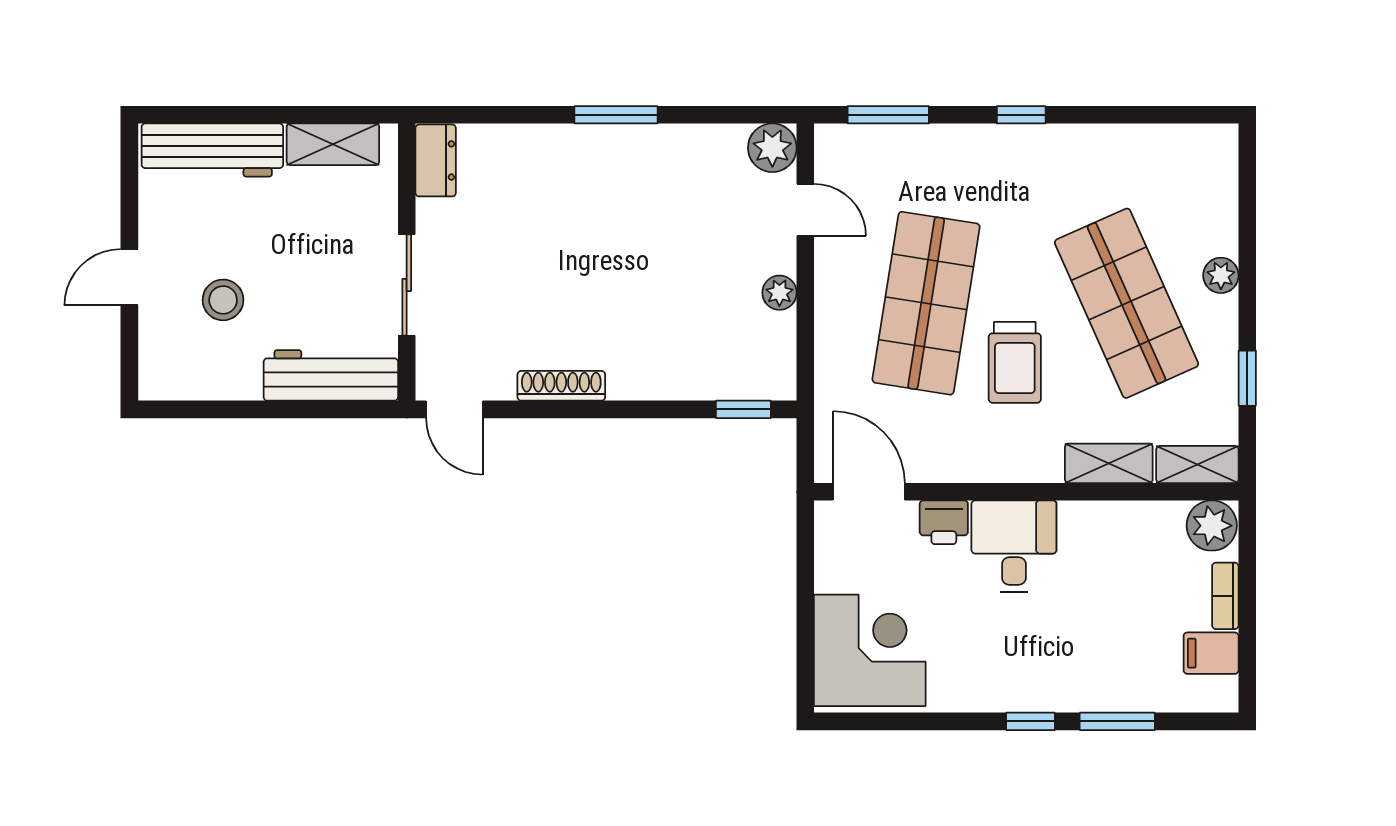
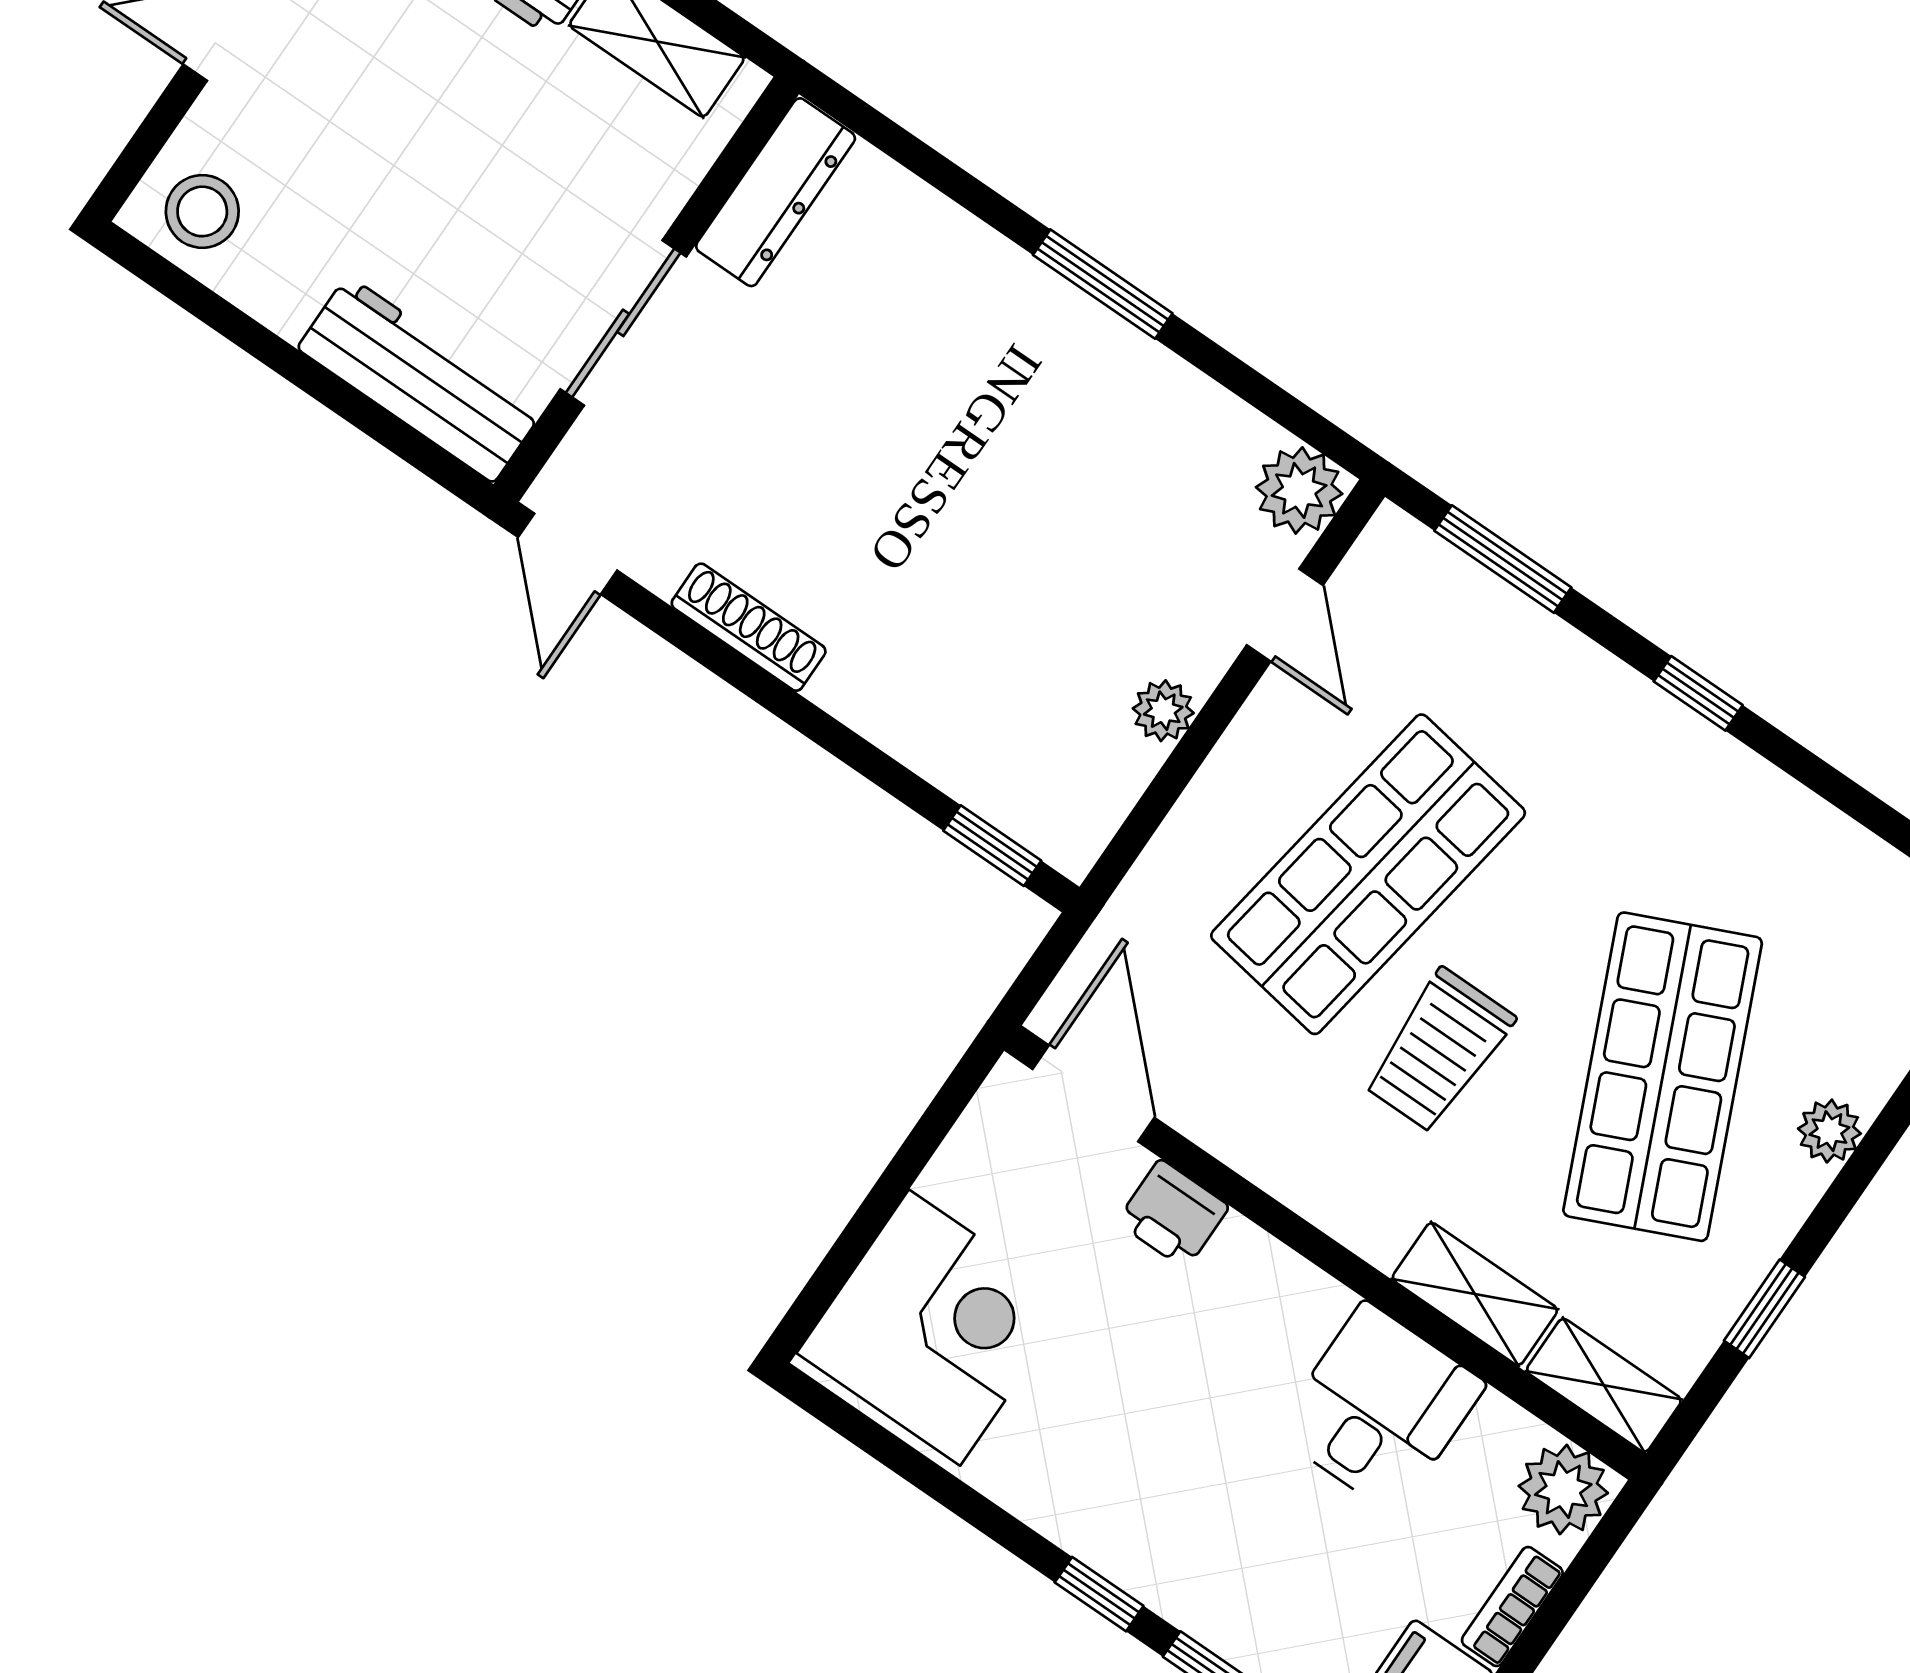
dresser: (436, 160) -> (776, 192), width x1.44
stool: (223, 300) -> (202, 211), moved
desk: (1014, 546) -> (1380, 1408), moved

